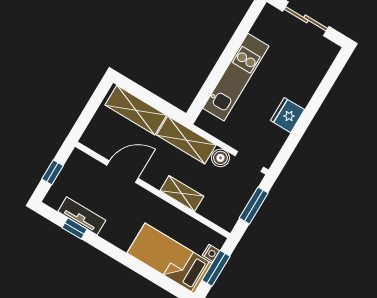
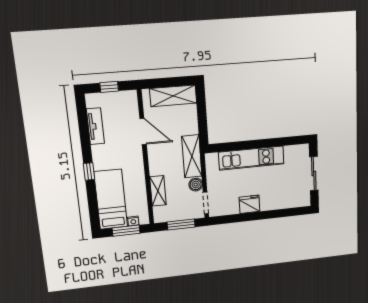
shelving: (136, 110) -> (173, 96), moved, turned 90
shelving: (182, 193) -> (158, 191), moved
window: (75, 228) -> (89, 171), moved

